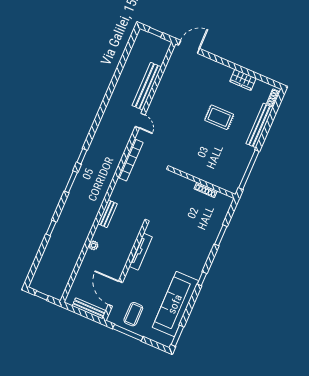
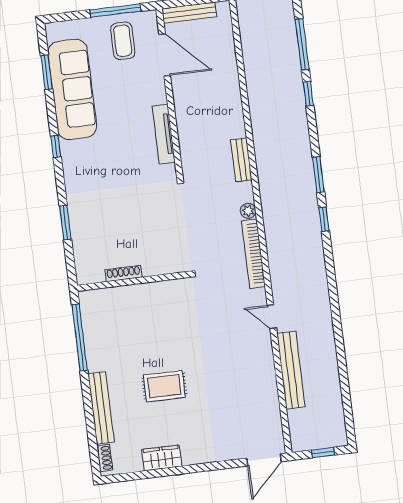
plant: (93, 245) -> (248, 211), moved
window: (39, 256) -> (302, 44), added
window: (177, 336) -> (47, 72), moved

